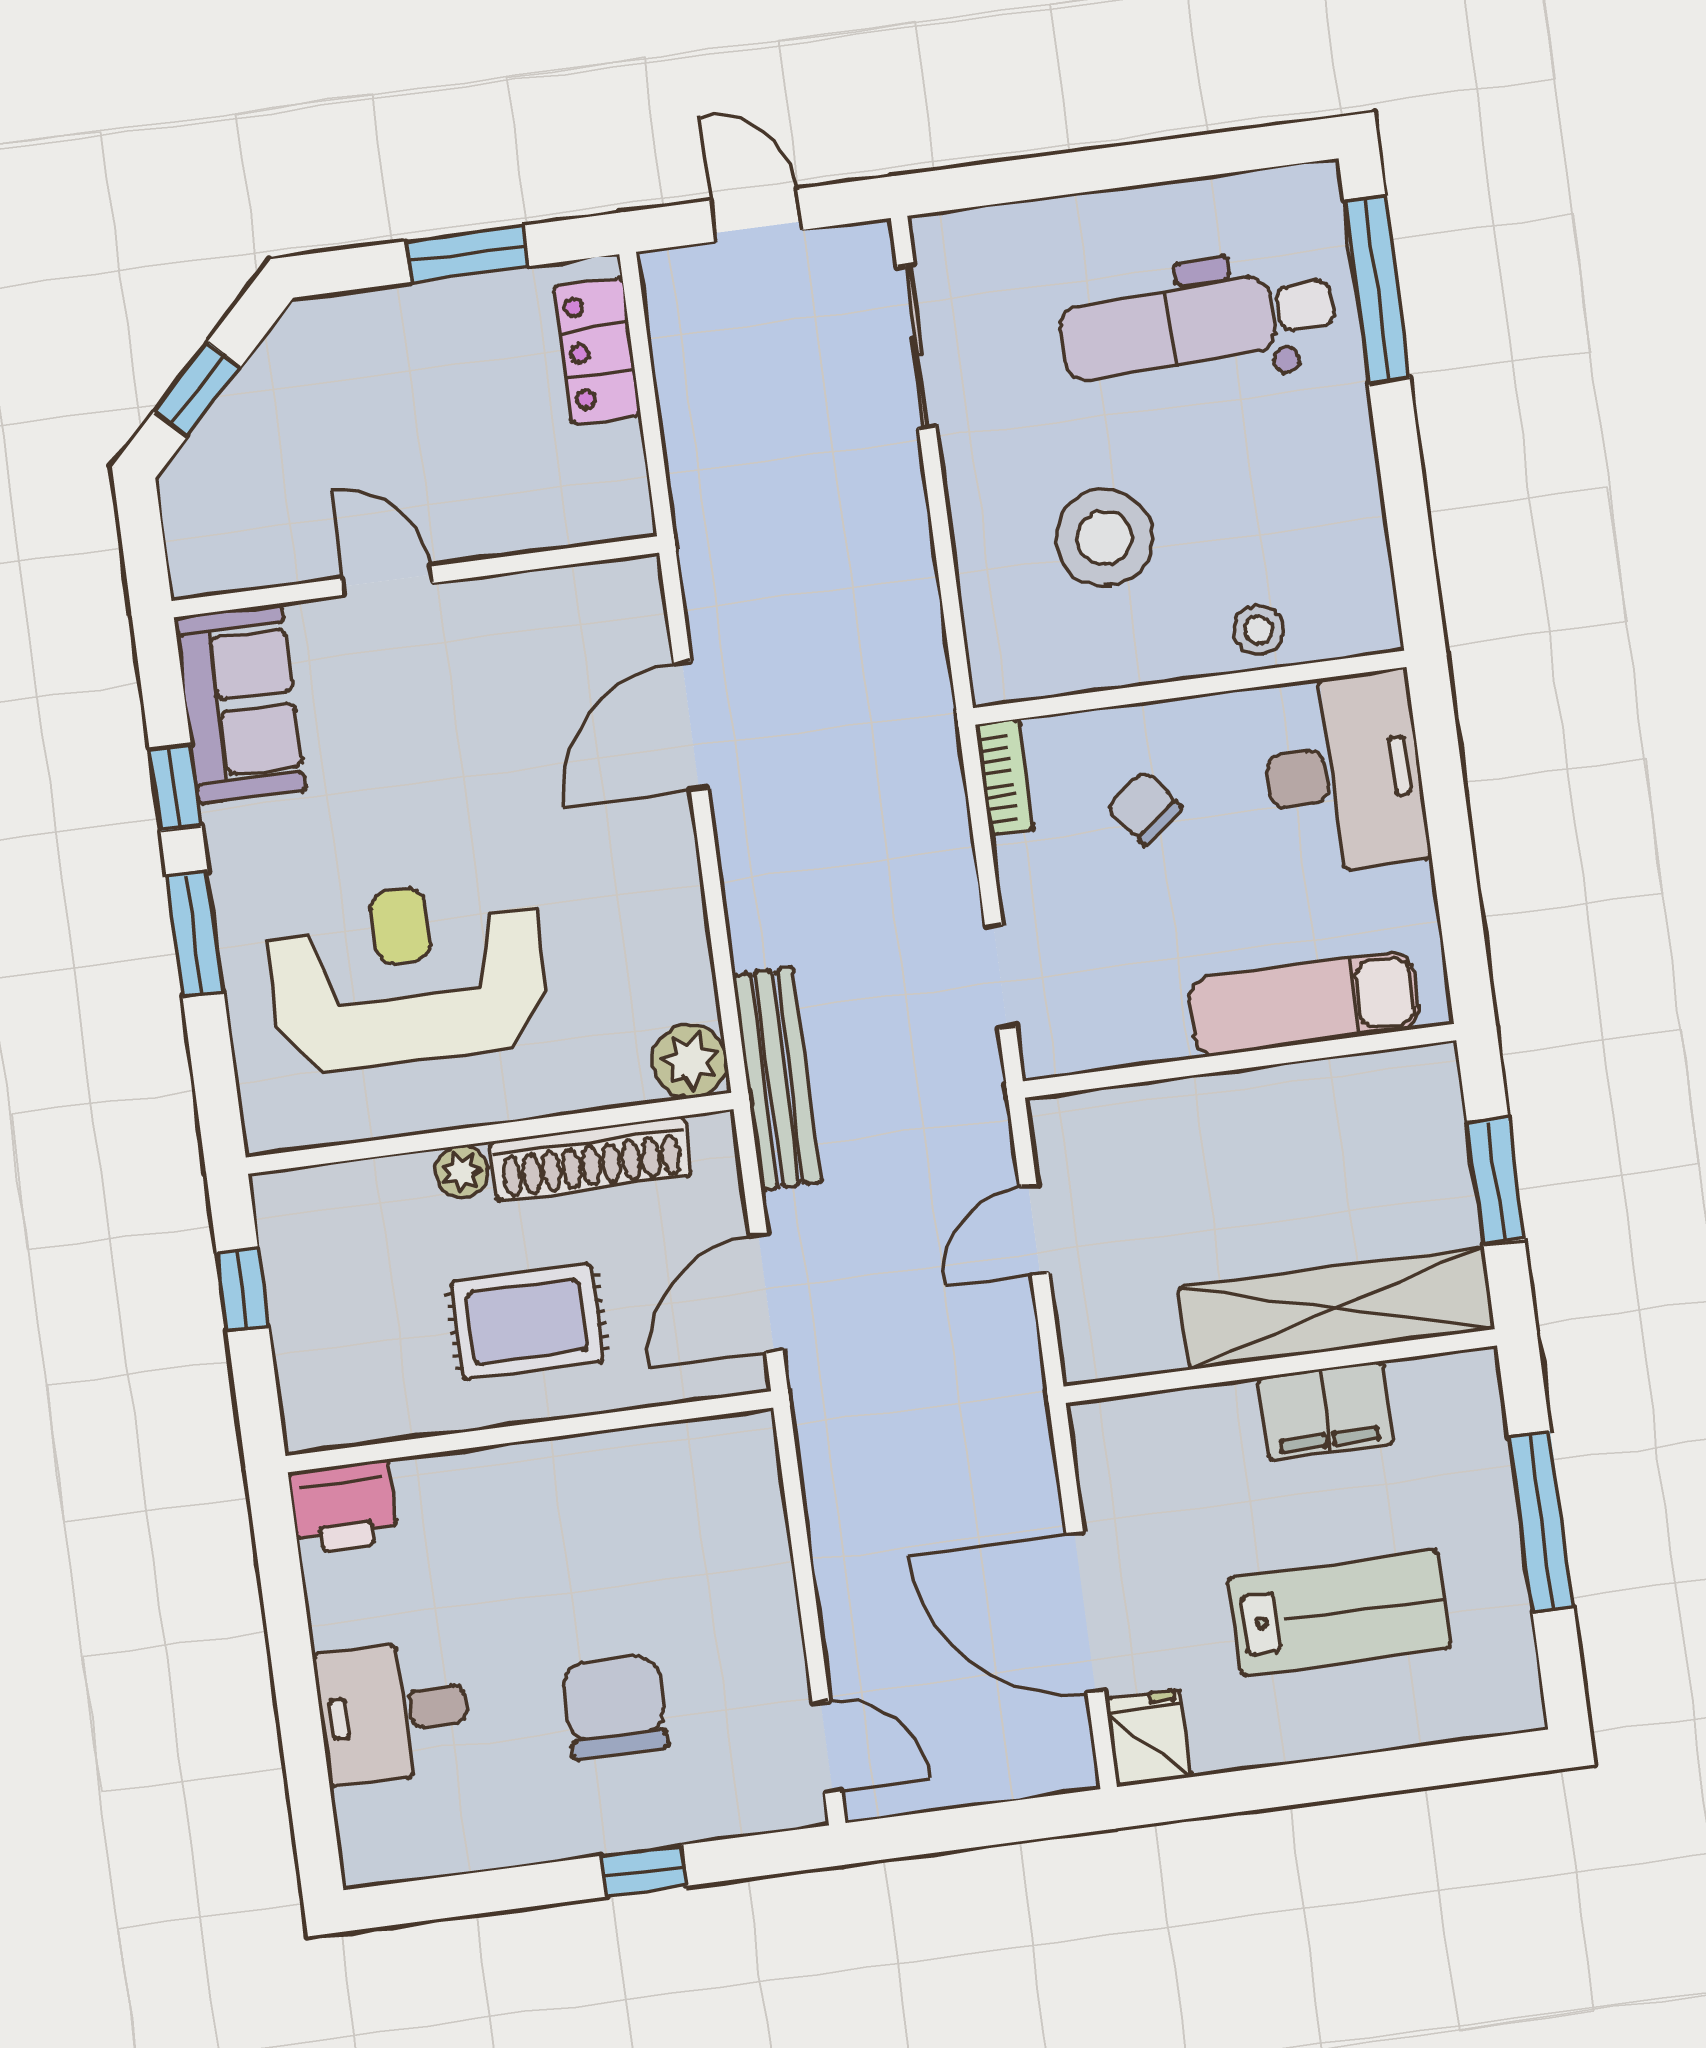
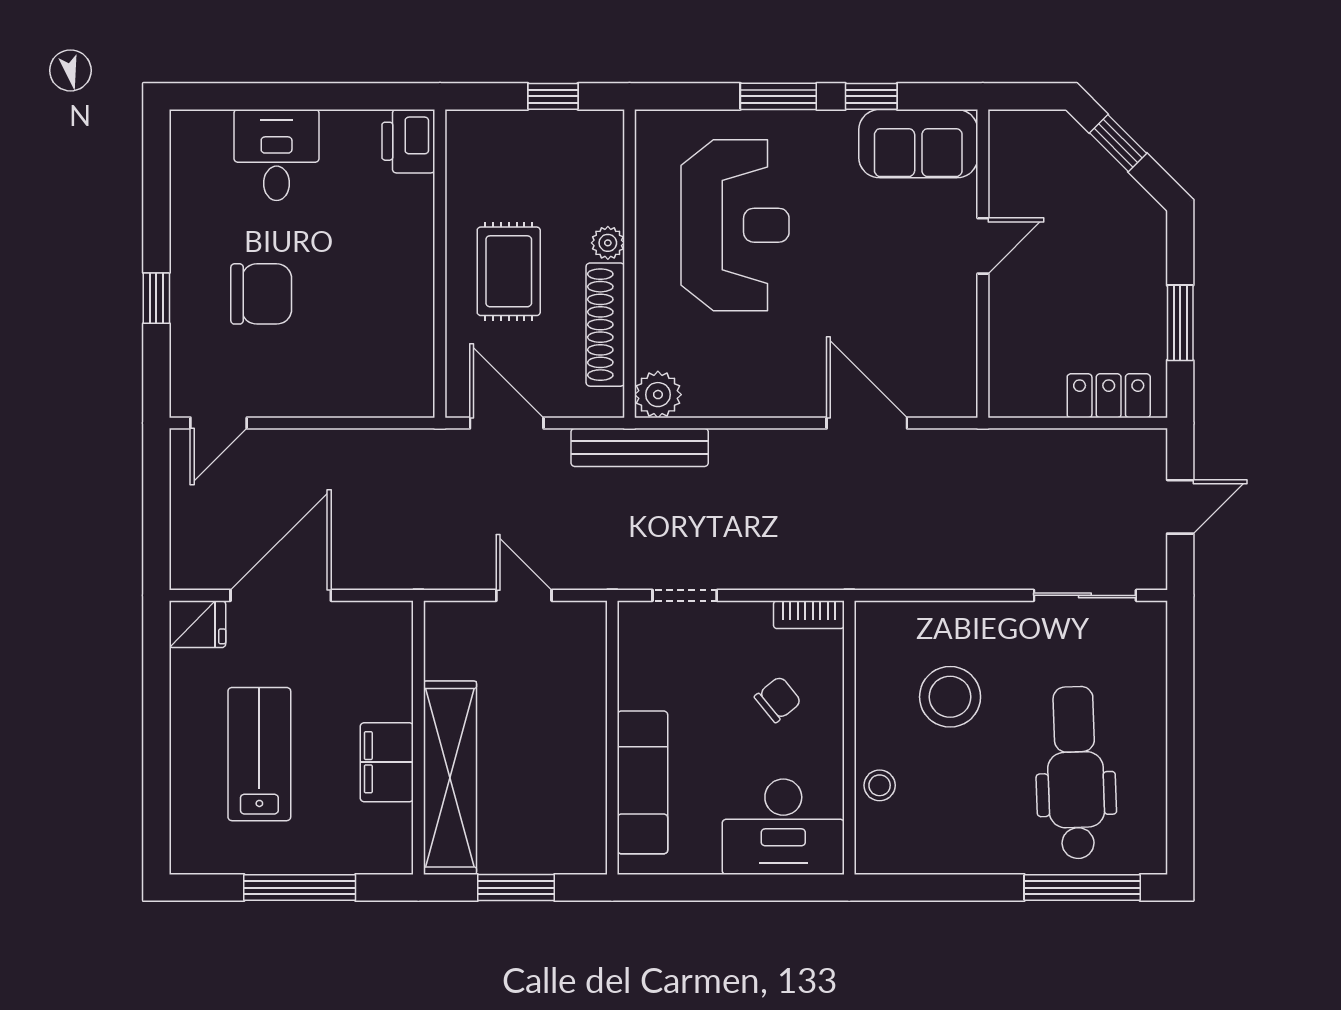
lab bench: (1340, 1613) -> (259, 754), turned 180

